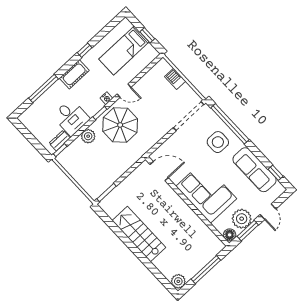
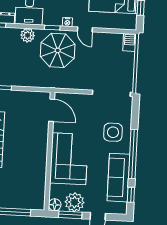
barbecue: (175, 79) -> (130, 42), moved
window: (230, 124) -> (133, 154), moved

